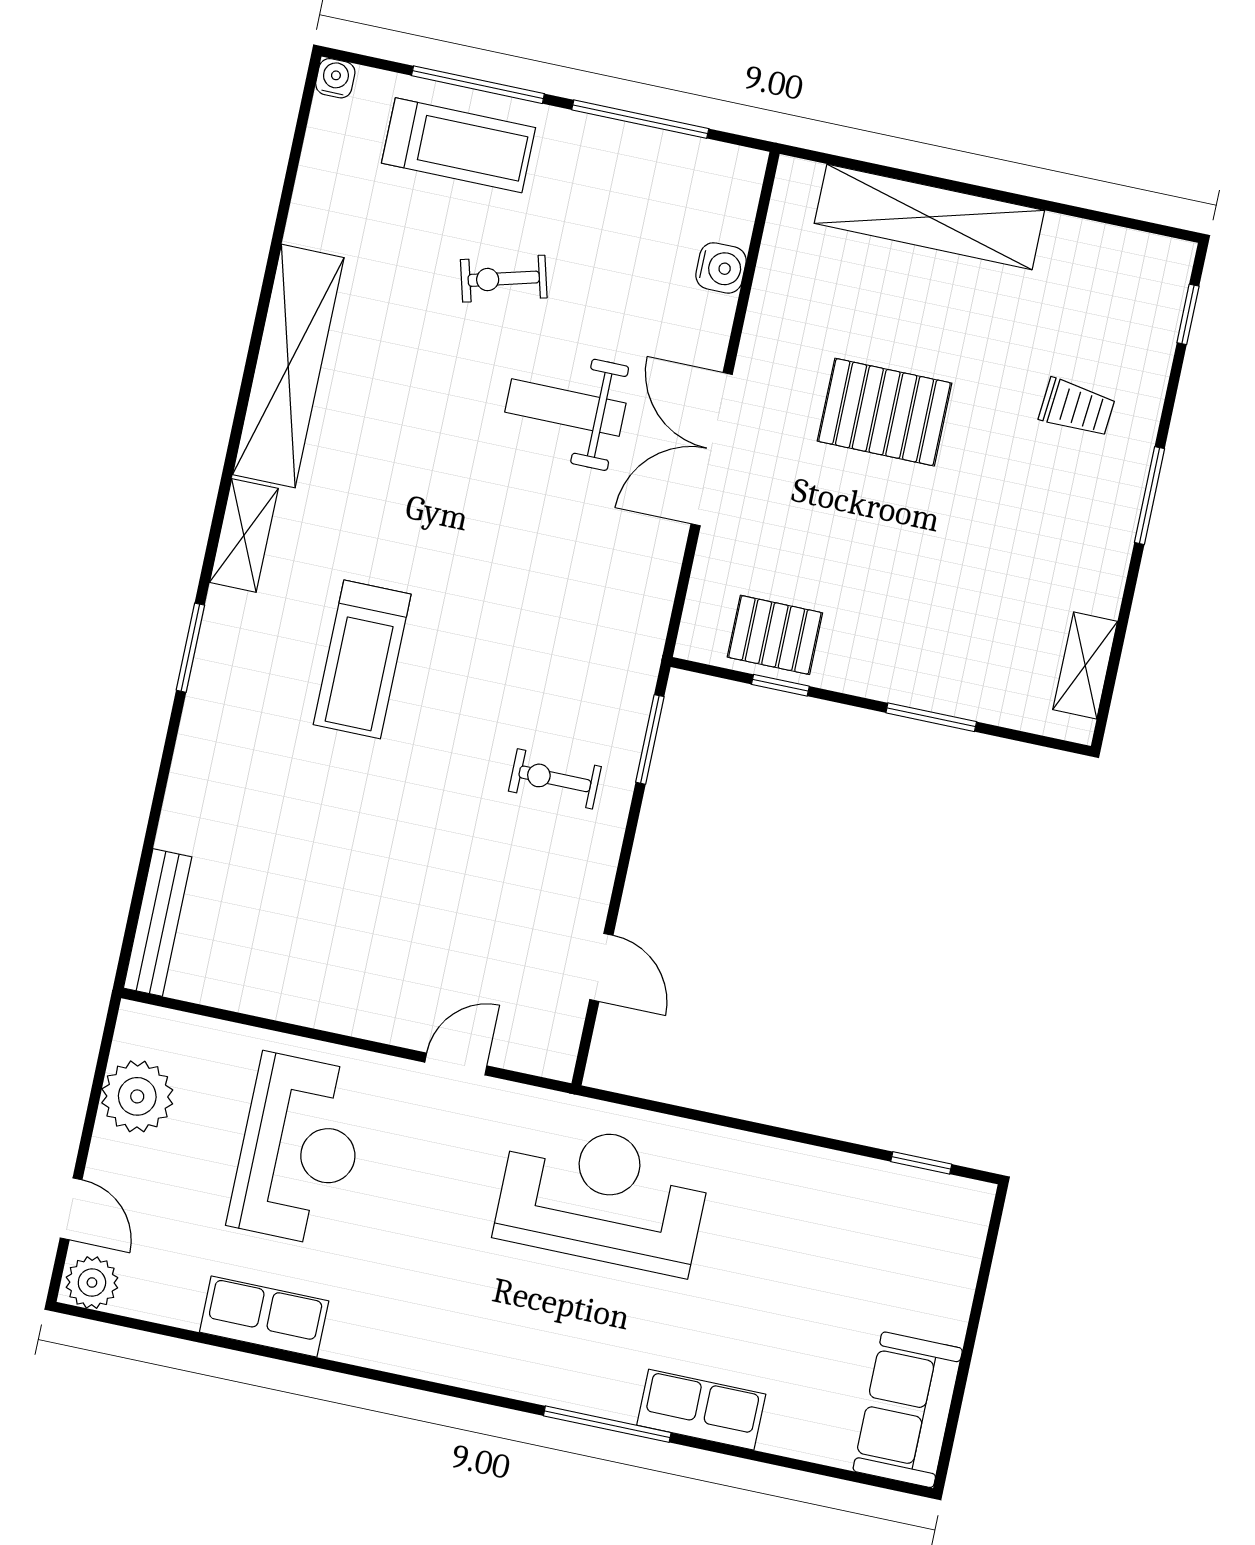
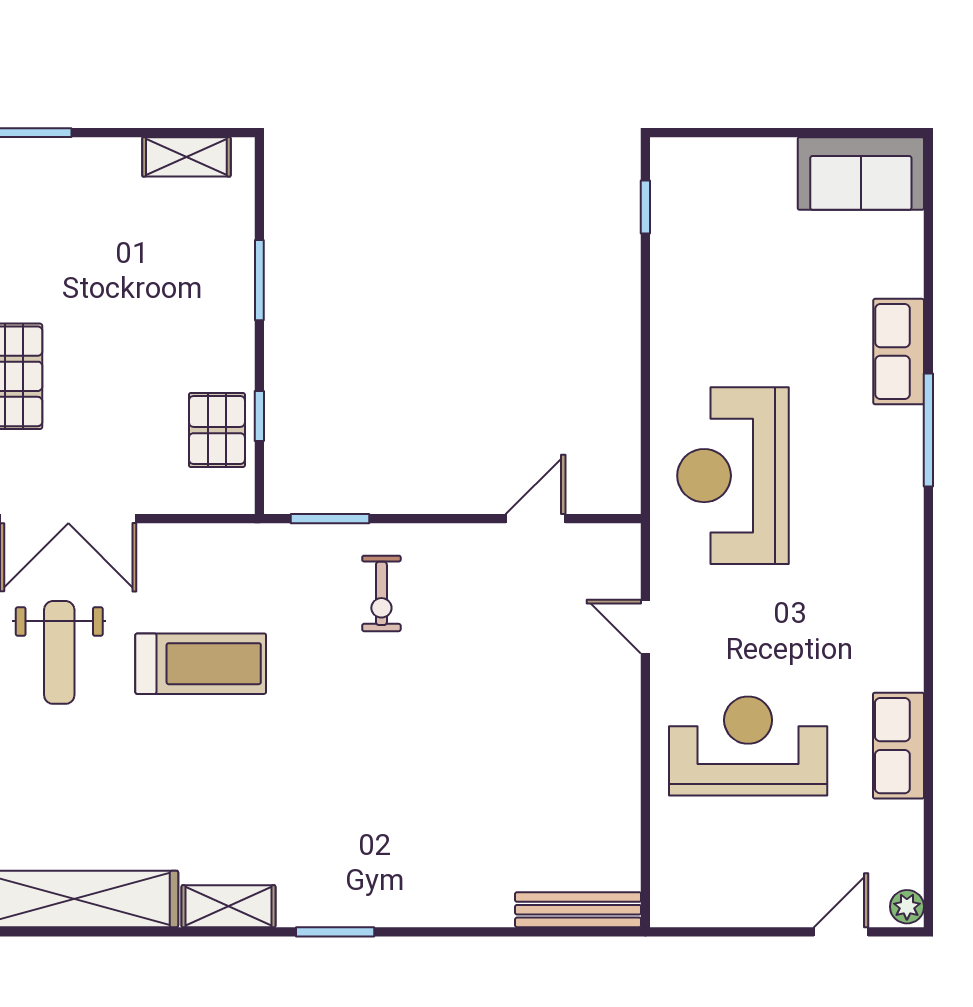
treadmill: (362, 659) -> (201, 664), moved
plant: (137, 1096) -> (732, 895), removed
plant: (92, 1283) -> (907, 907), width x0.73, depth x0.73

